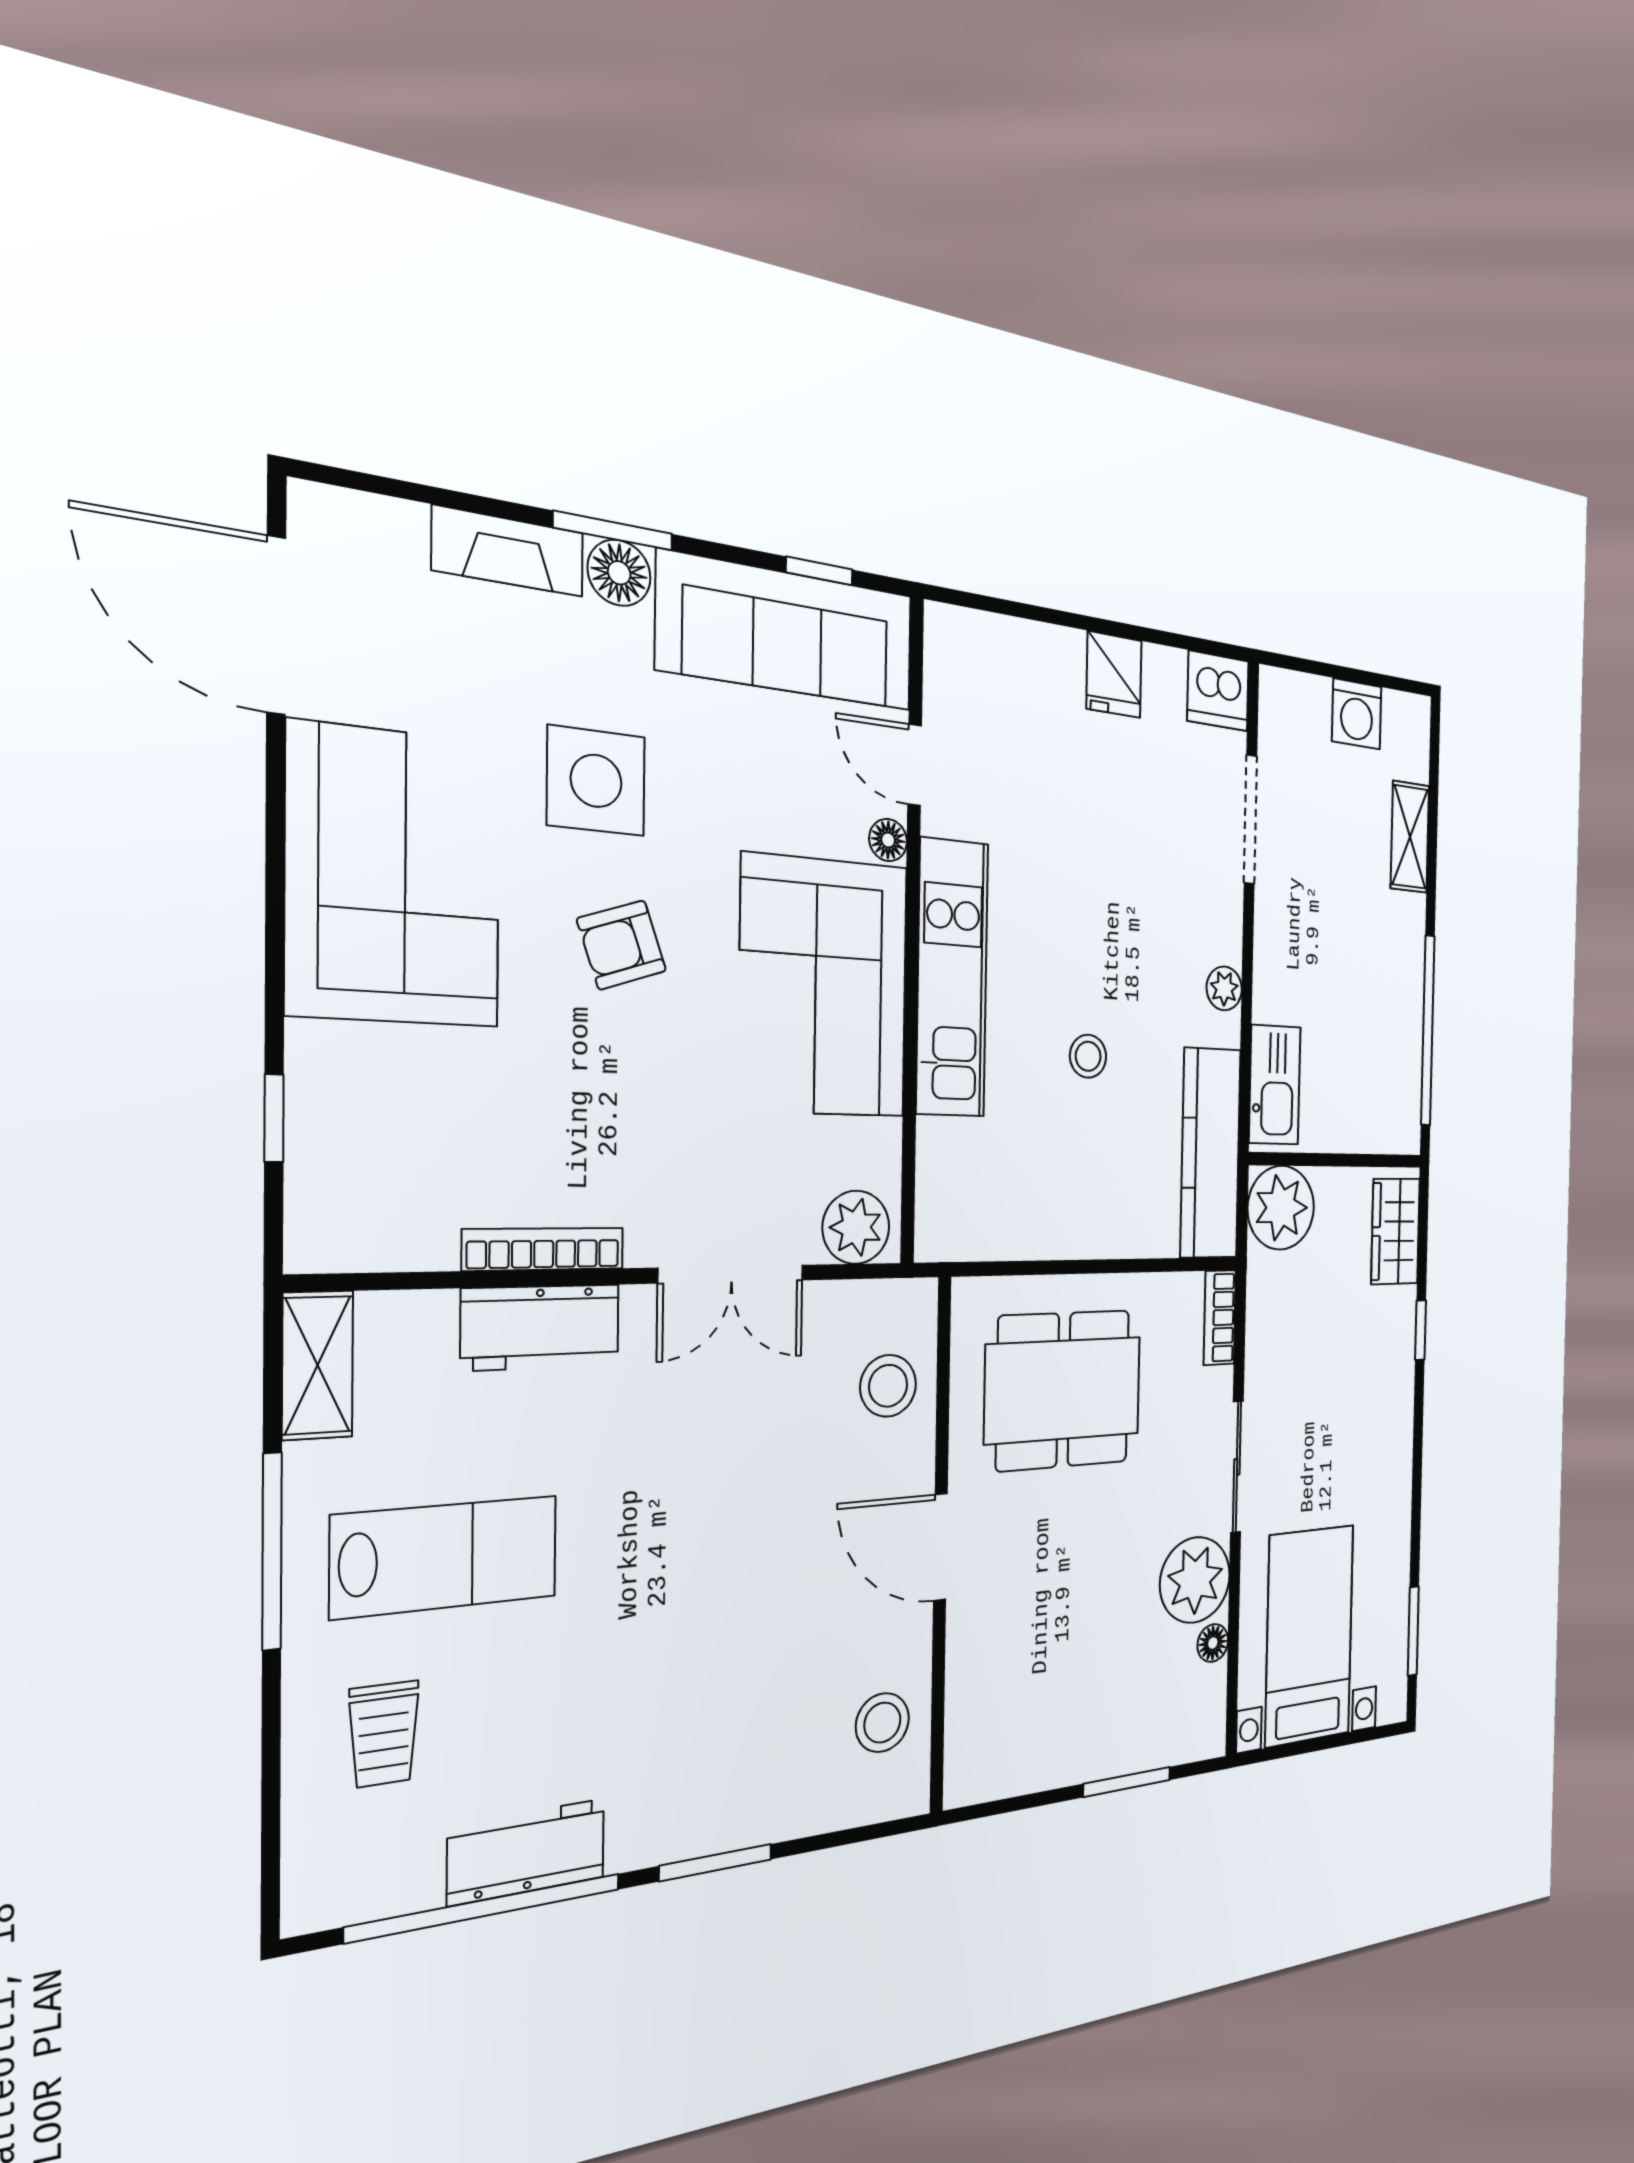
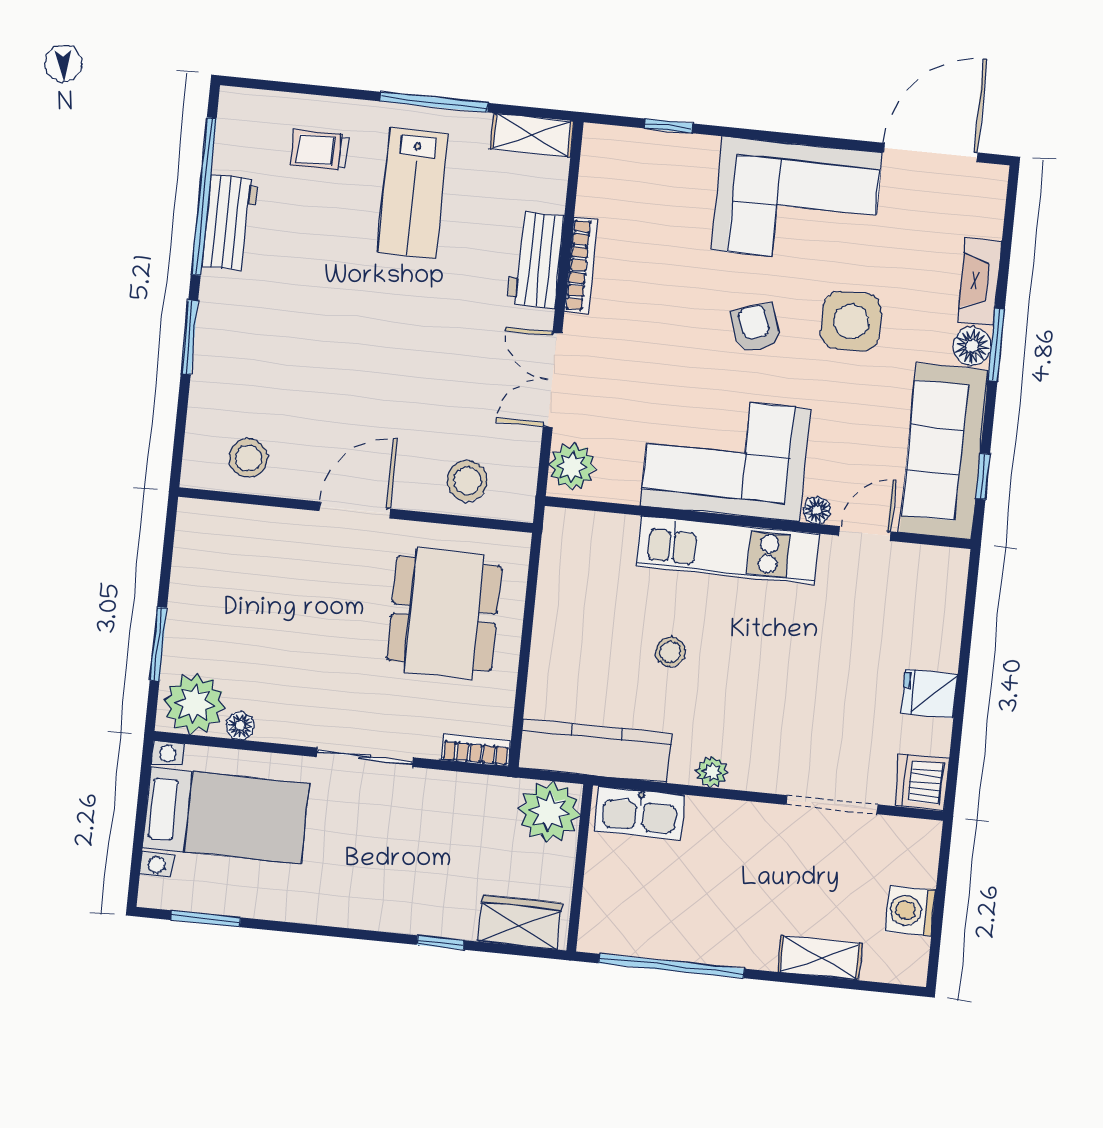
plant: (1195, 1580) -> (194, 704), moved

